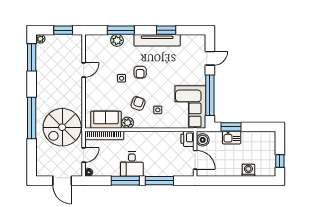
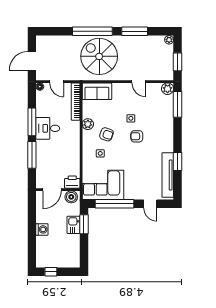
window: (121, 30) -> (178, 104), moved
plant: (117, 40) -> (168, 89), moved
tv unit: (157, 40) -> (168, 175), moved
window: (32, 57) -> (135, 31), moved
sofa: (106, 120) -> (97, 91), moved, turned 90
spiral stairs: (62, 127) -> (99, 56), moved
washing machine: (248, 170) -> (42, 229), moved

